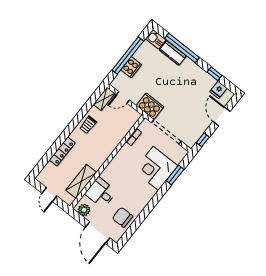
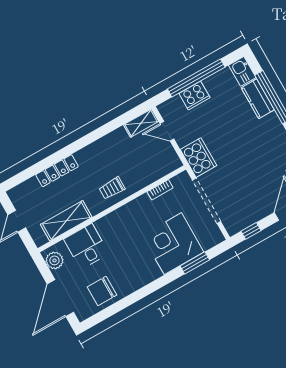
trolley: (88, 125) -> (112, 188), moved
chair: (123, 217) -> (102, 291), turned -90

